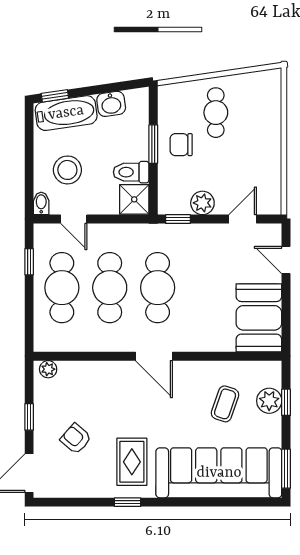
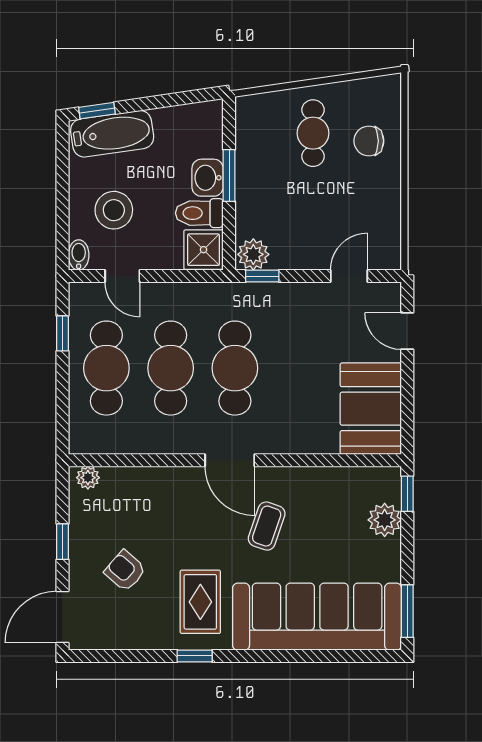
washbasin: (111, 104) -> (208, 178), moved, turned 98
chair: (181, 145) -> (369, 141), moved
plant: (202, 203) -> (253, 254), moved
window: (286, 402) -> (407, 494), moved
coffee table: (225, 404) -> (267, 526), moved

